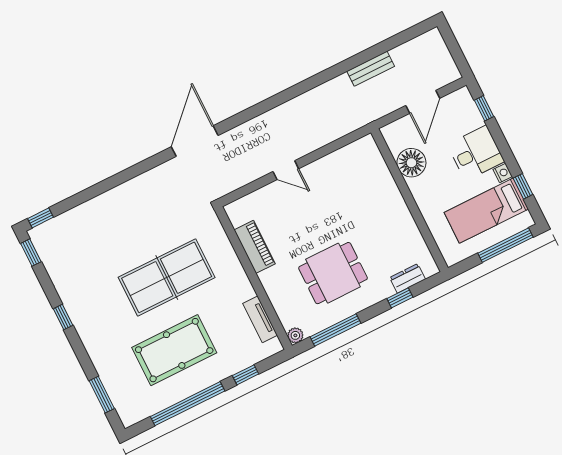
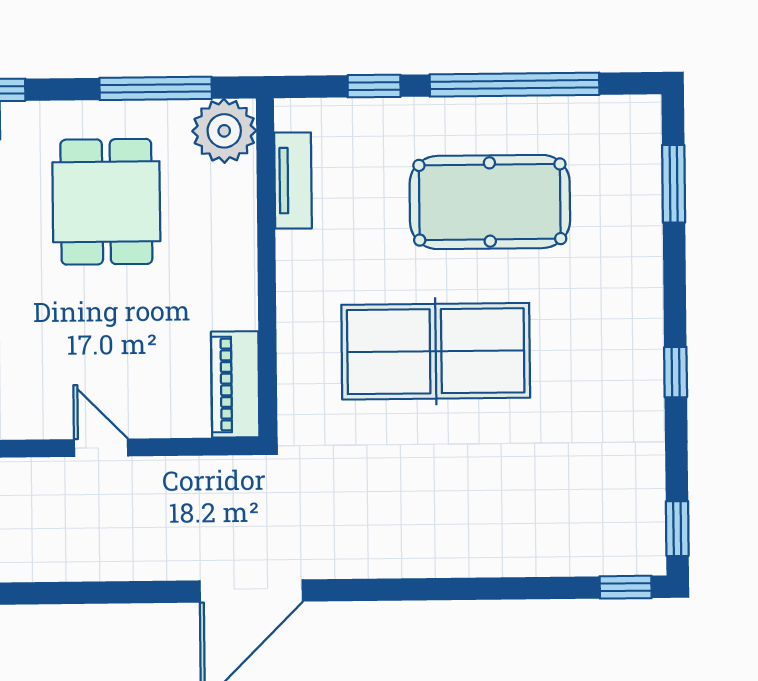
piano: (255, 247) -> (235, 384), moved
dining table: (333, 273) -> (106, 202), turned 90
plant: (295, 335) -> (224, 131), width x1.87, depth x1.87

